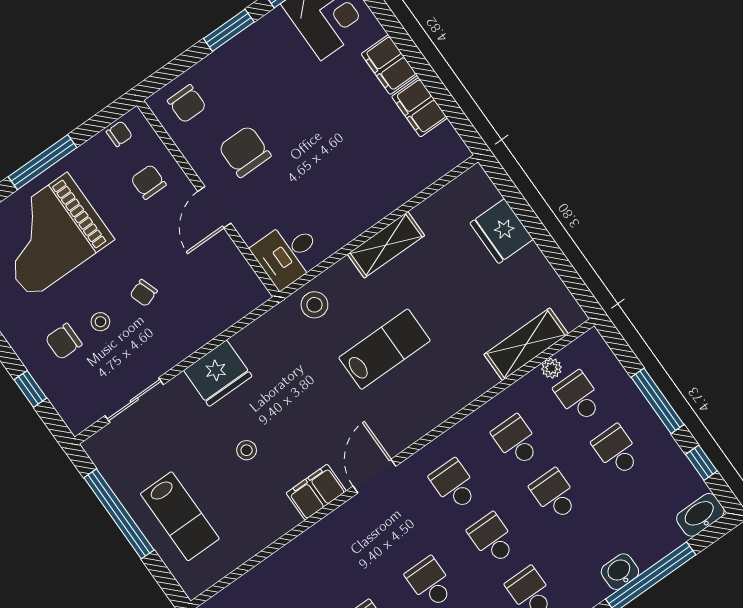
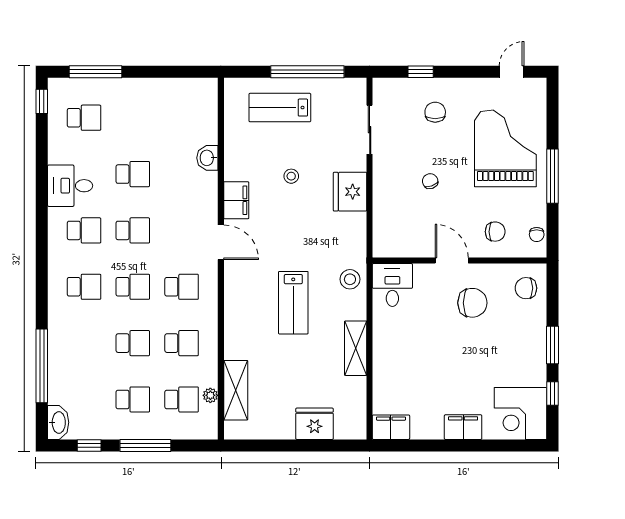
filing cabinet: (420, 107) -> (391, 427), moved
stool: (100, 322) -> (431, 143), removed
washbasin: (620, 572) -> (207, 158), moved, turned 180

